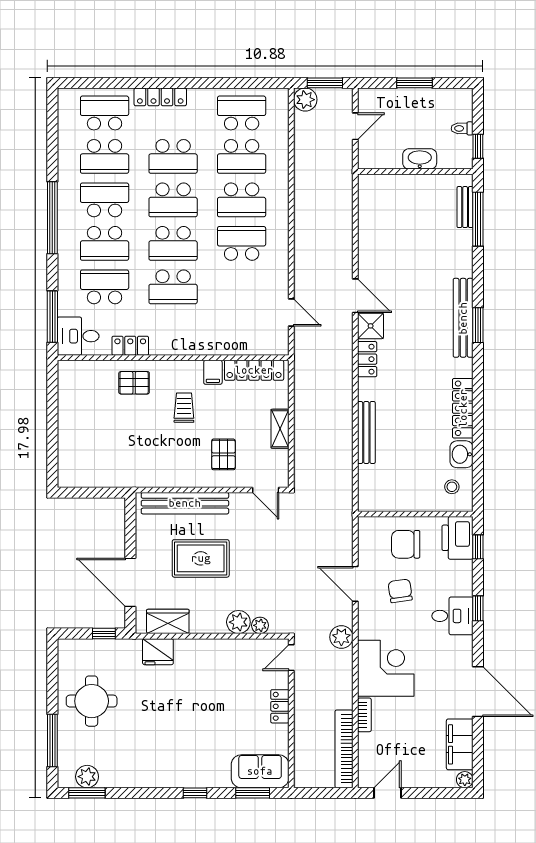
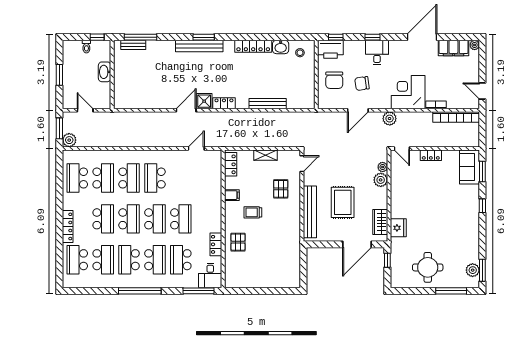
locker: (254, 370) -> (231, 164), width x0.66
pallet: (223, 454) -> (281, 189), turned 90

